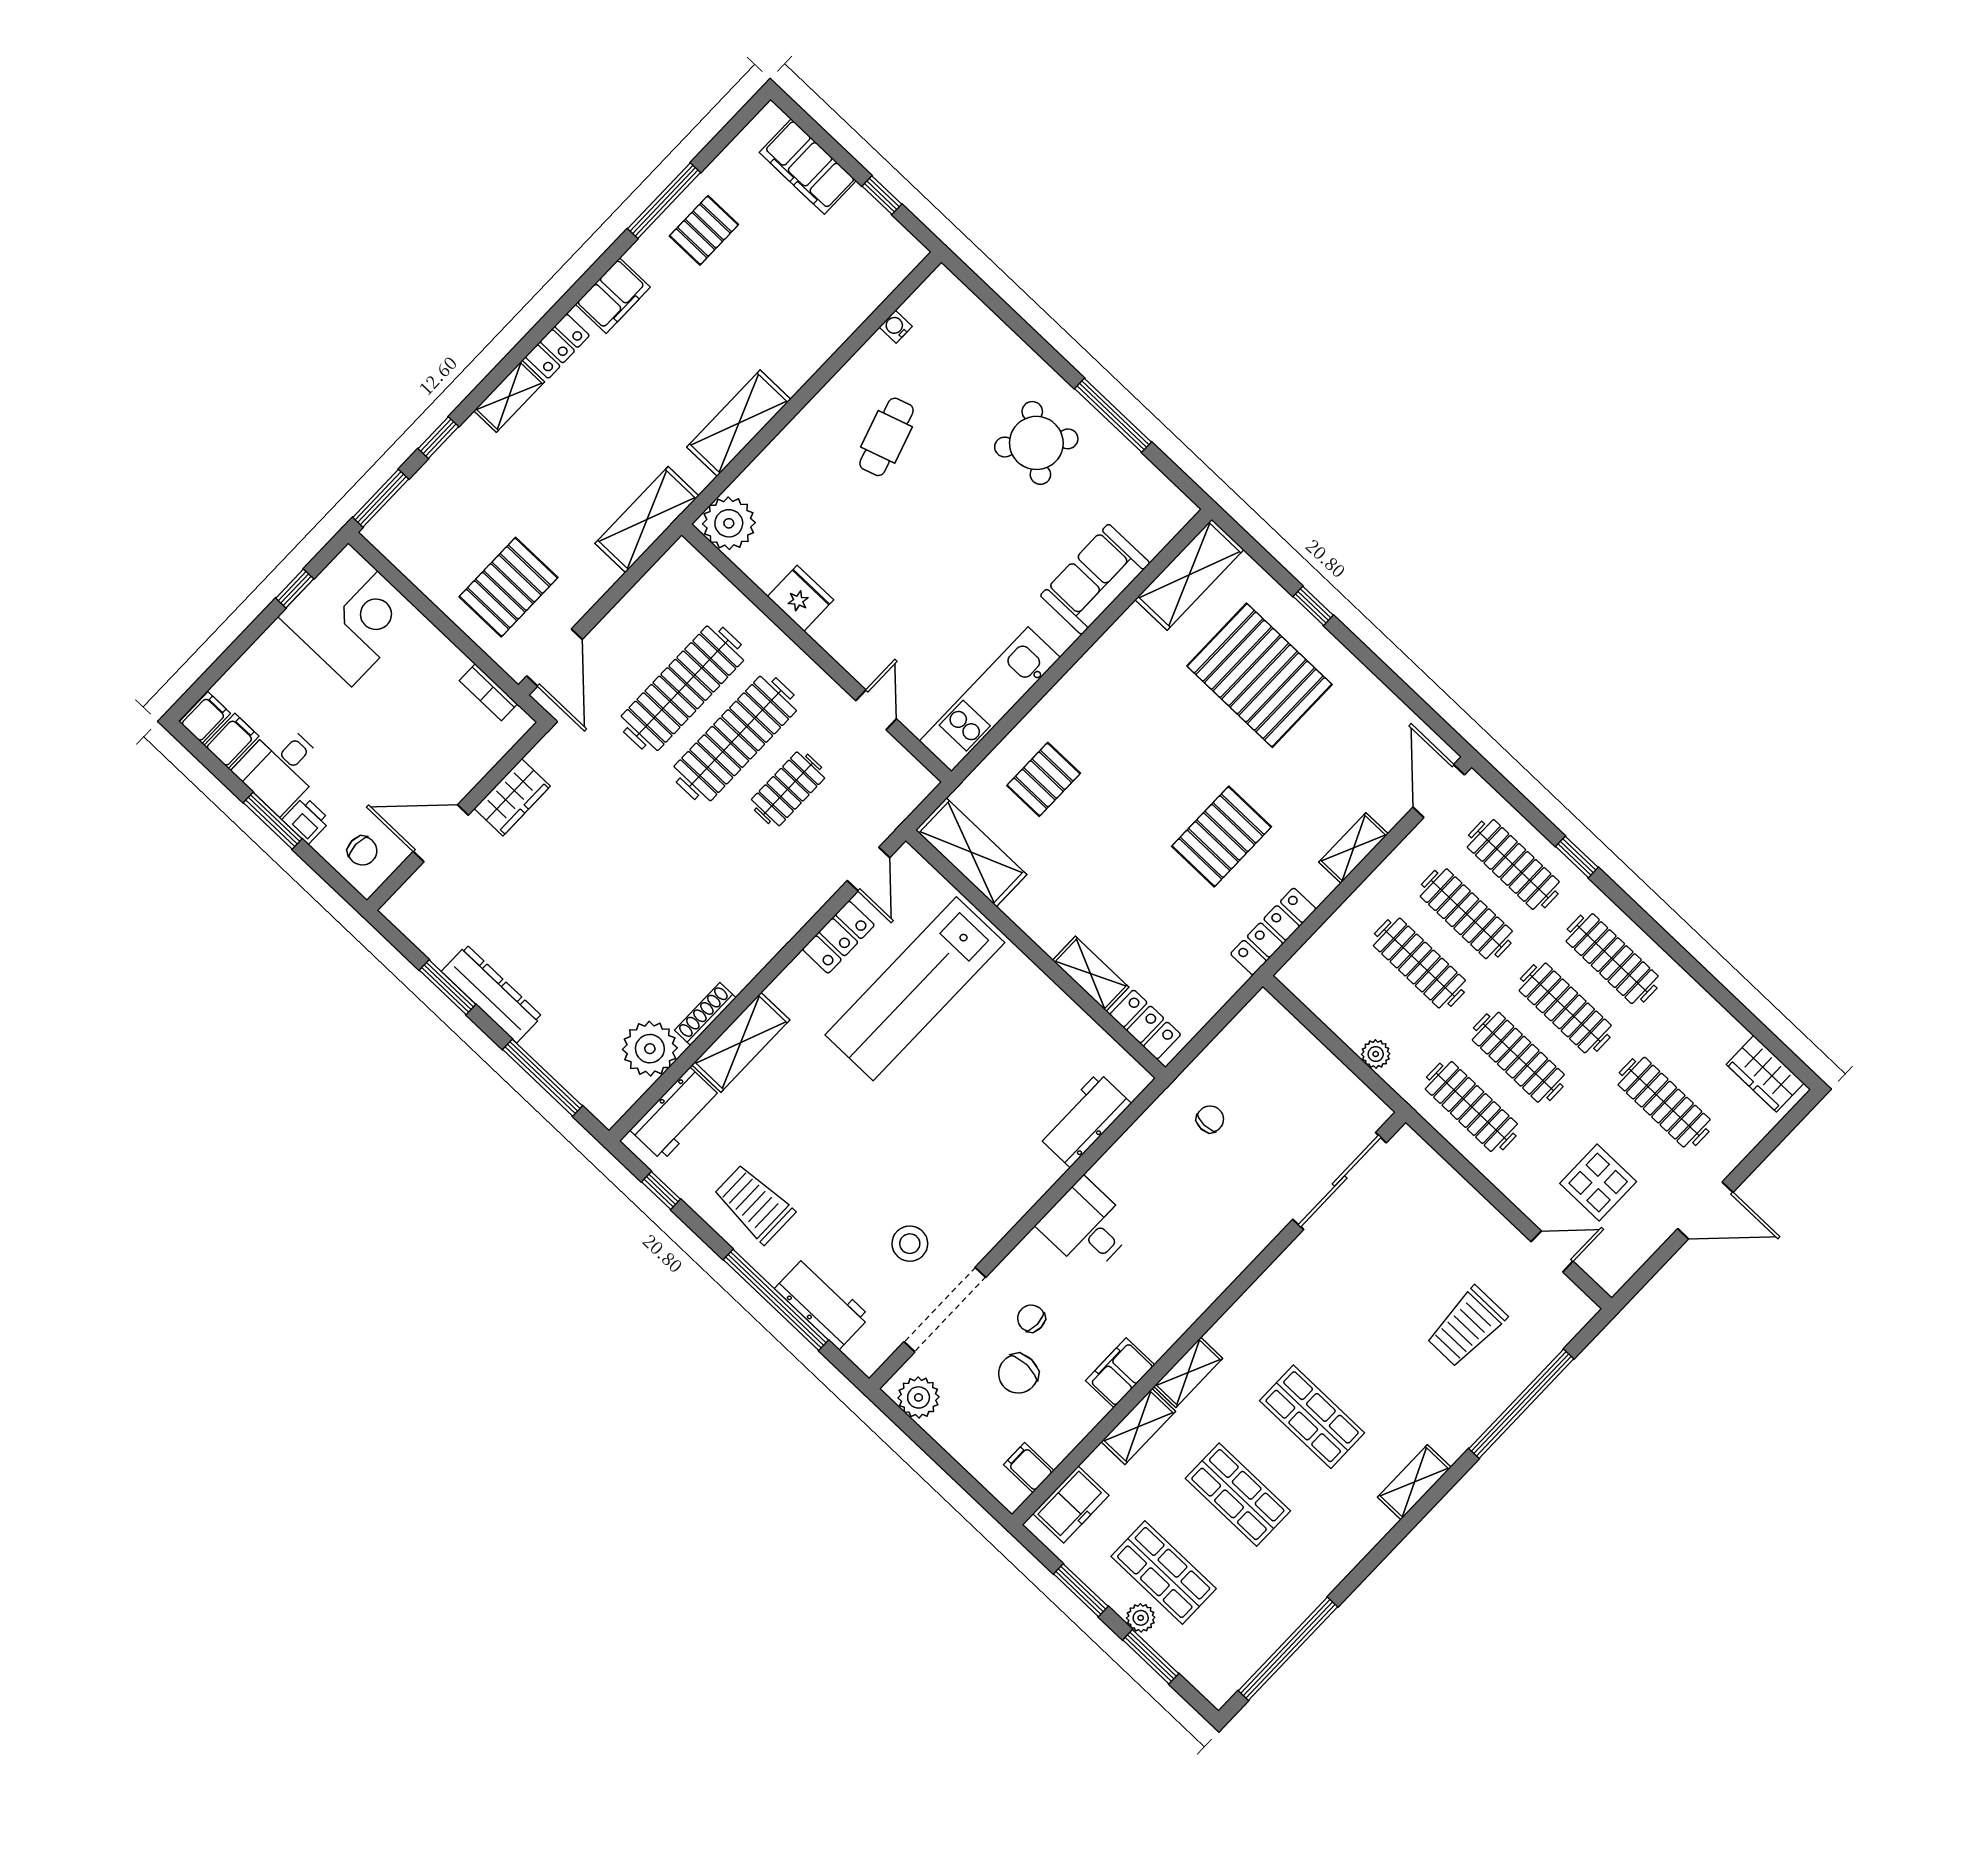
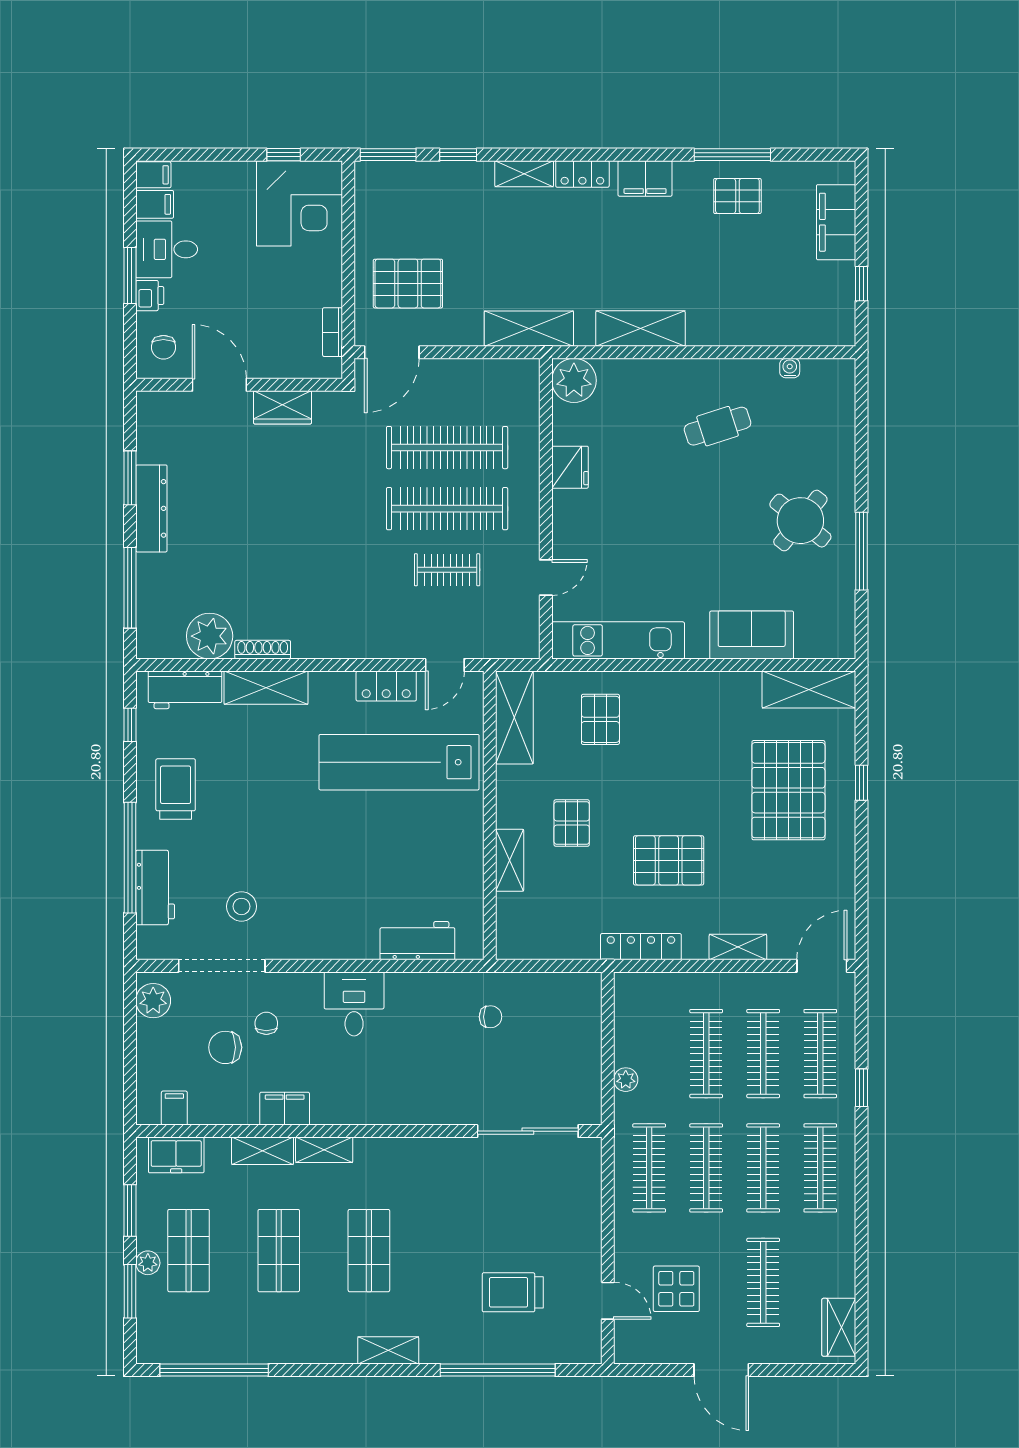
pallet: (1044, 779) -> (600, 719), turned 90
pallet: (1109, 890) -> (572, 823), added
locker: (1145, 1025) -> (510, 923), removed

